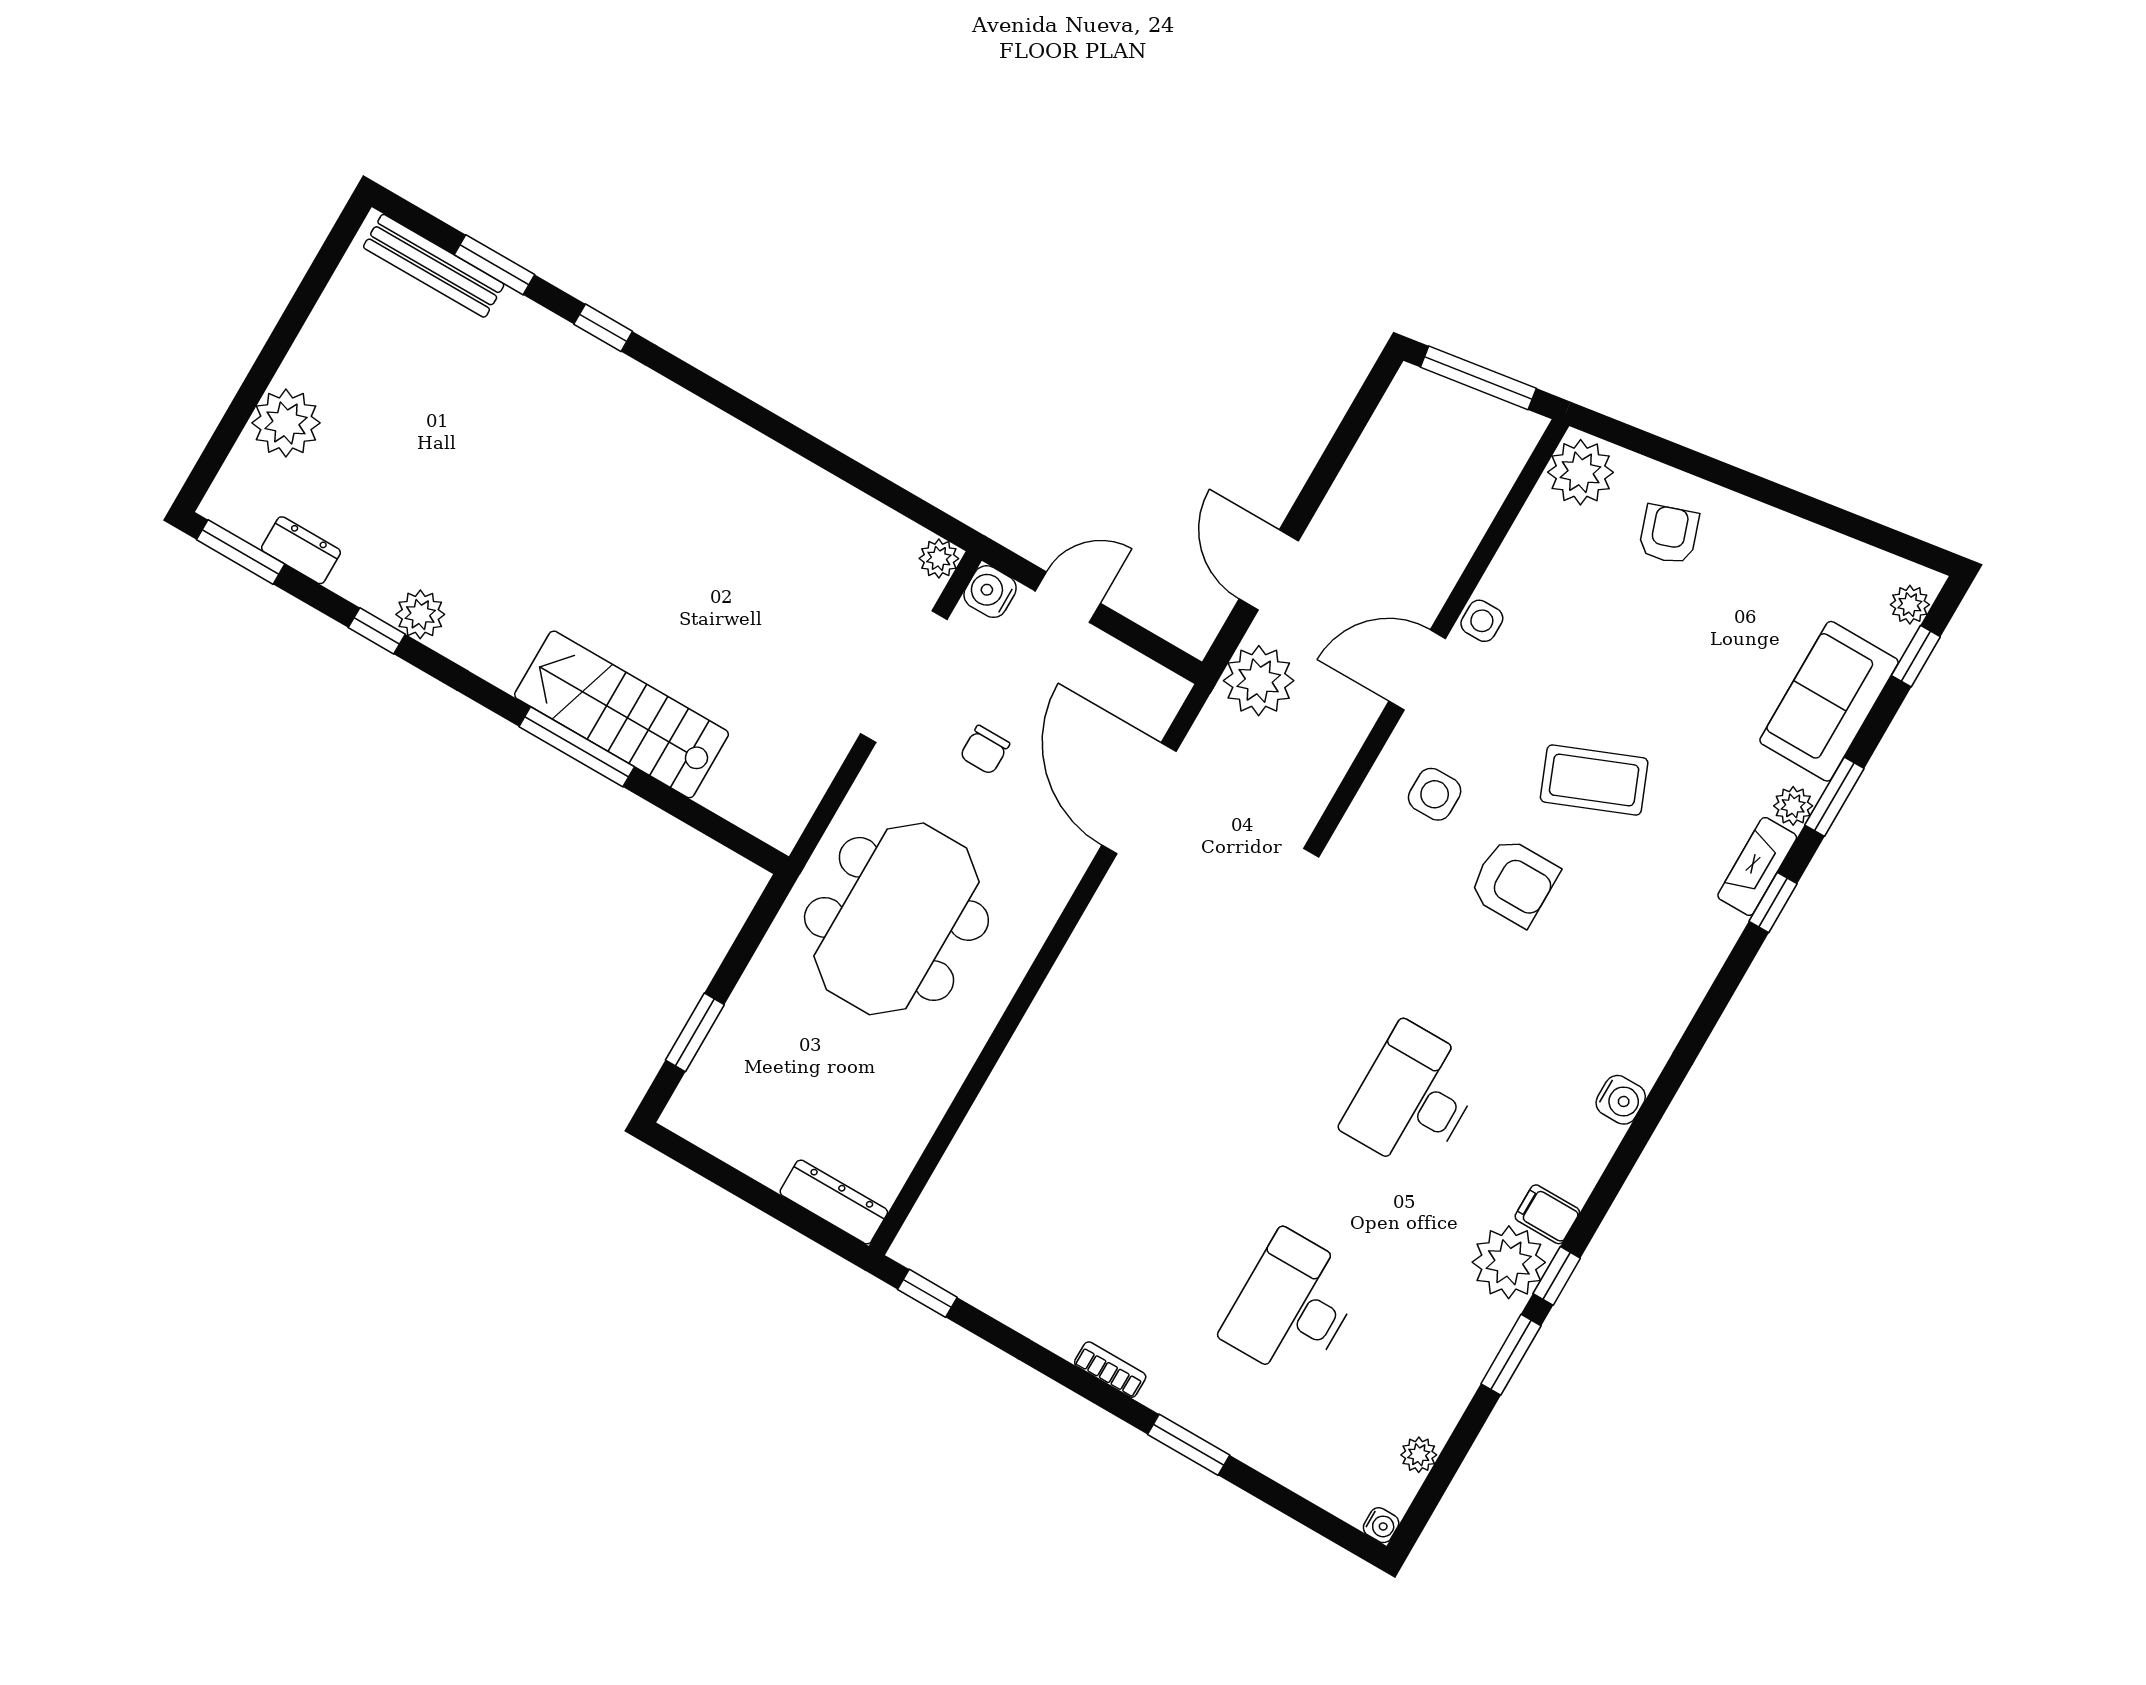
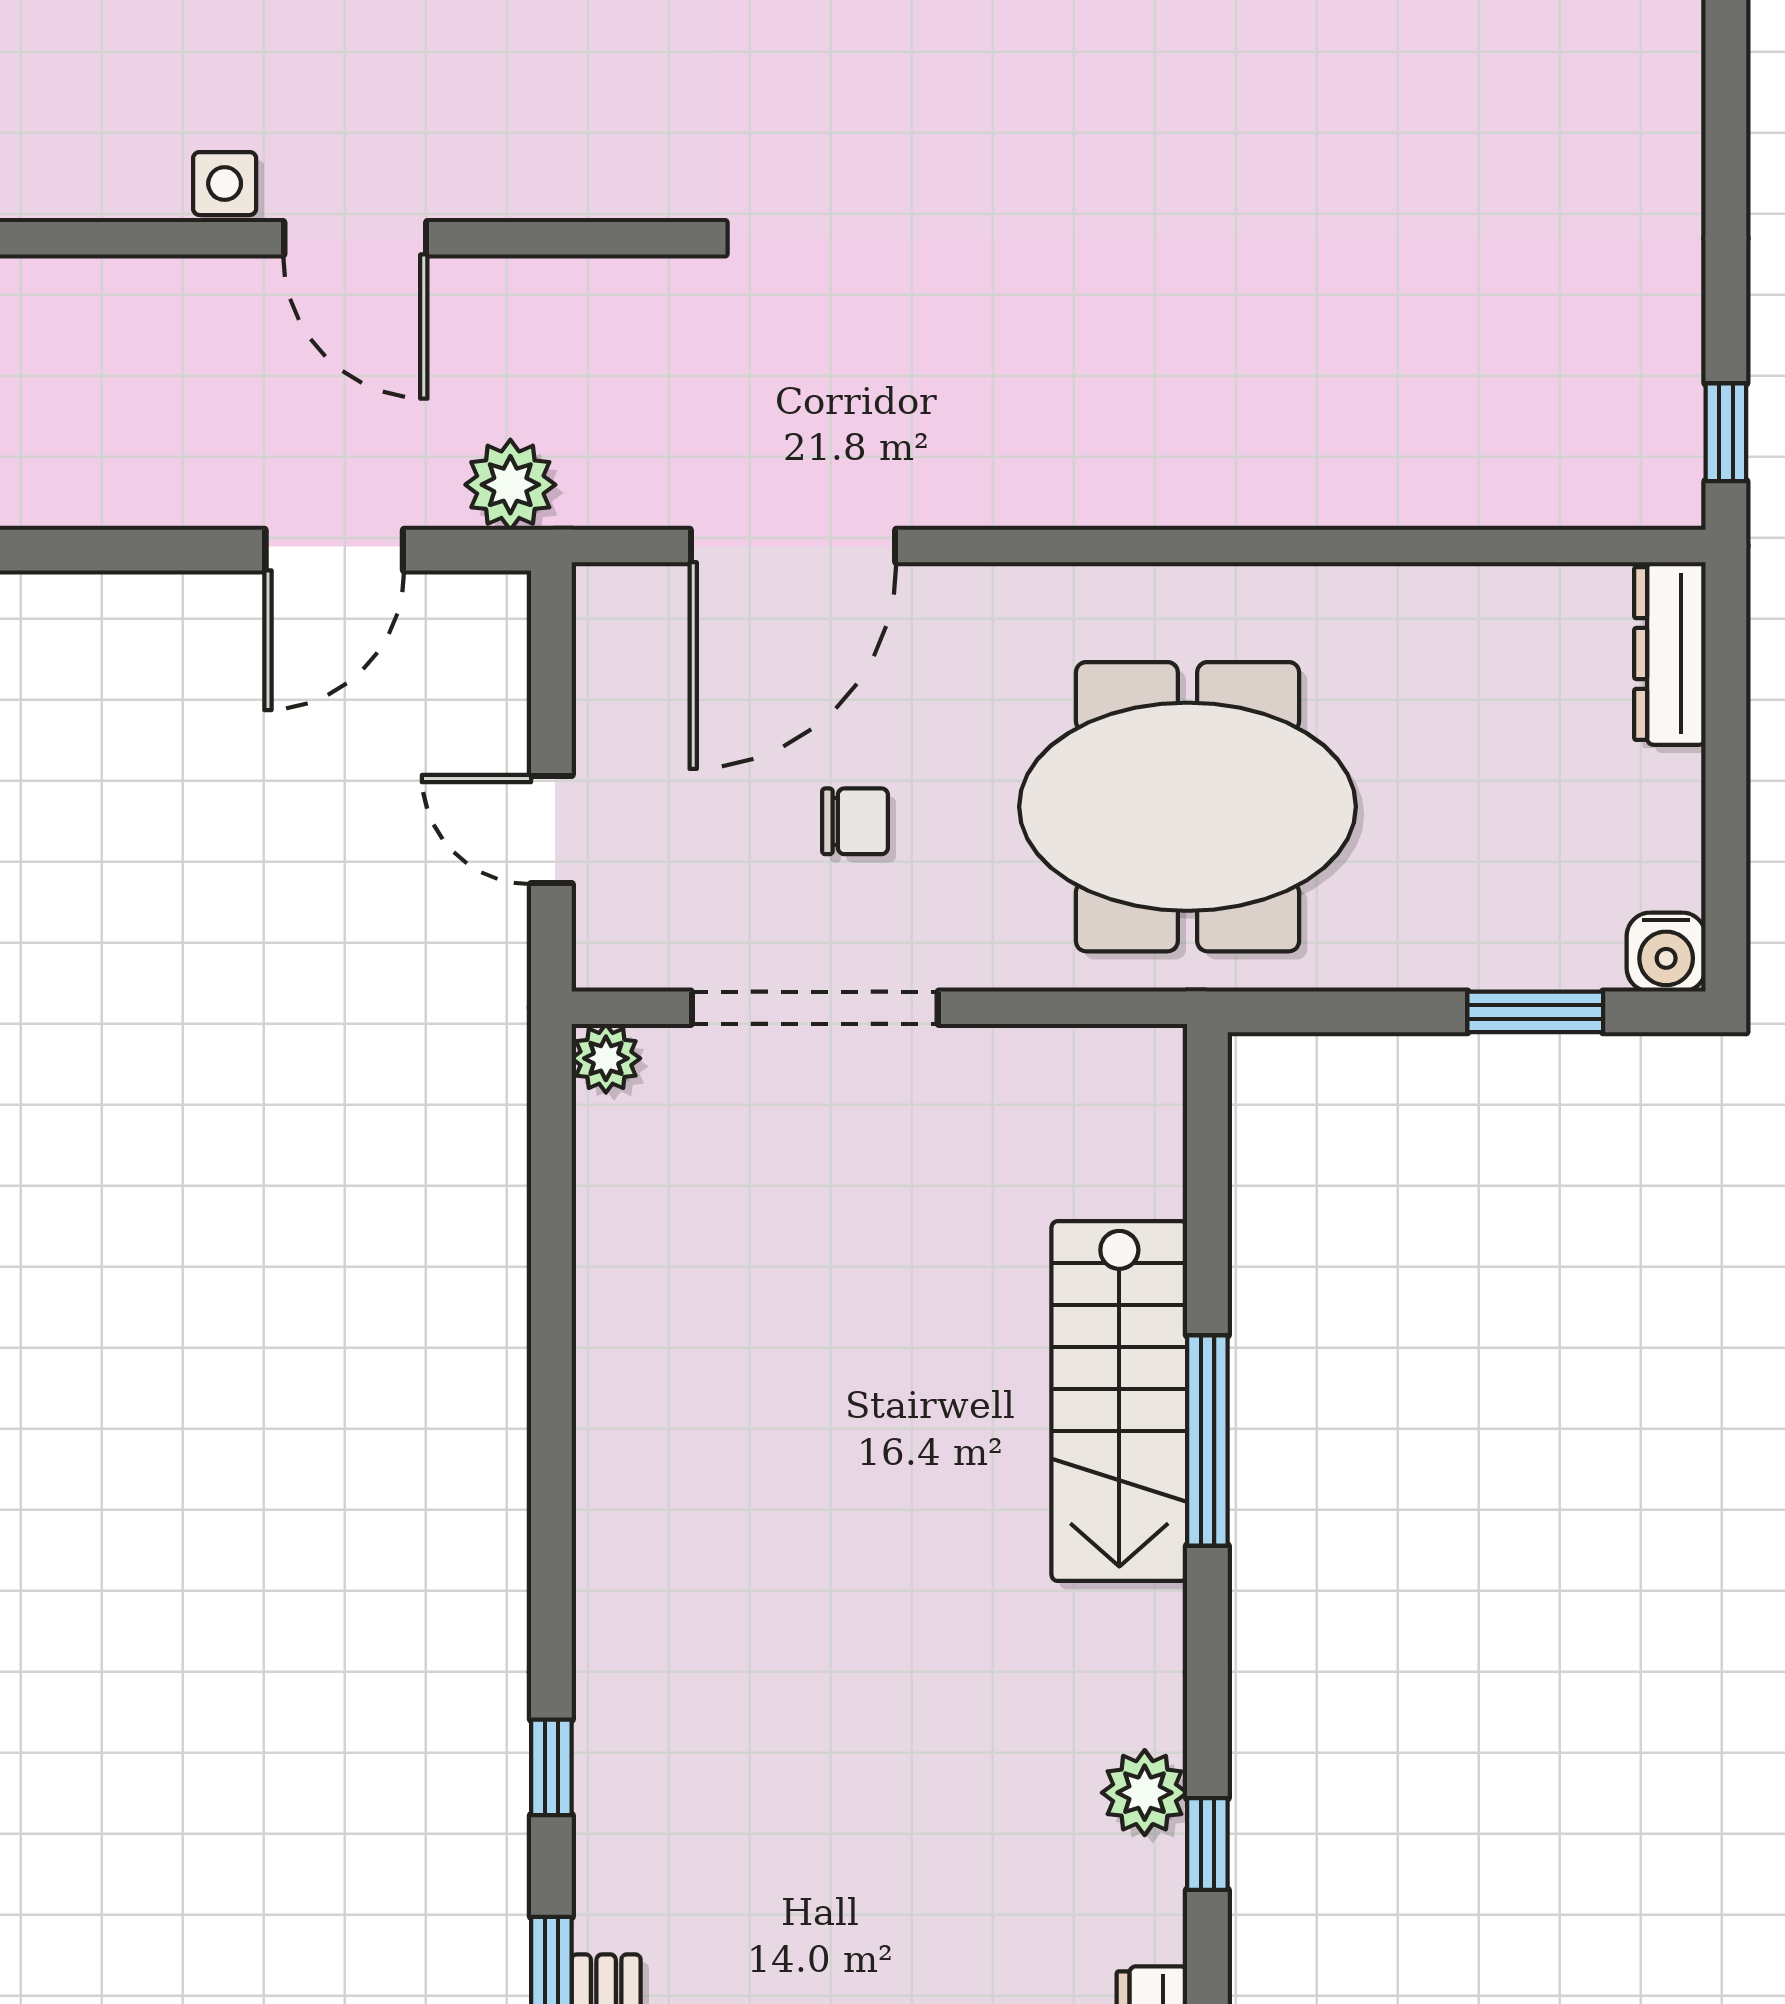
water cooler: (990, 592) -> (1666, 952), moved
plant: (1259, 681) -> (510, 485), width x0.73, depth x0.73
side table: (1435, 794) -> (528, 103), removed
bookcase: (1110, 1370) -> (1681, 89), removed

